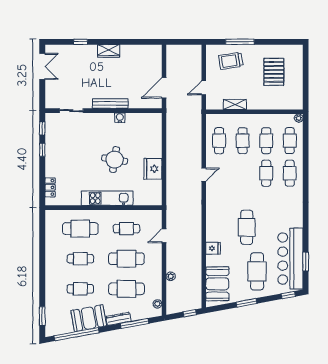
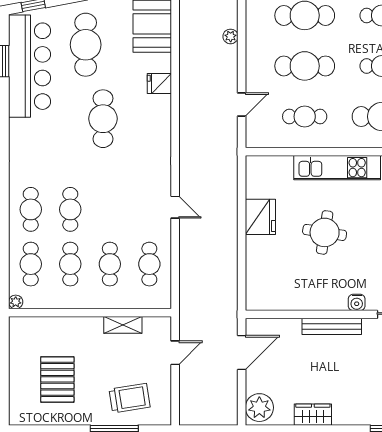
wardrobe: (109, 51) -> (313, 415), moved
plant: (153, 55) -> (259, 408), added
water cooler: (120, 118) -> (357, 302), moved
door: (204, 175) -> (175, 207), swing flipped

